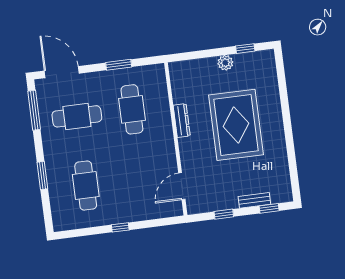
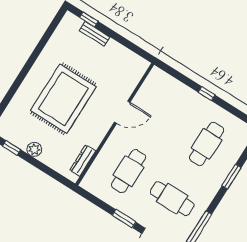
window: (119, 65) -> (124, 219), moved
dresser: (182, 121) -> (83, 161), moved
door: (182, 186) -> (122, 112), moved
window: (224, 214) -> (125, 42), removed

